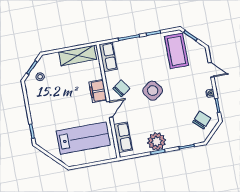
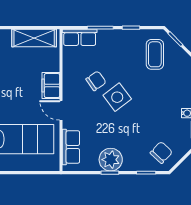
coffee table: (176, 51) -> (155, 54), width x0.73, depth x0.76
row of seats: (108, 57) -> (80, 37), moved, turned 90
chair: (121, 88) -> (96, 81), moved
door: (110, 109) -> (61, 110), swing flipped
chair: (202, 120) -> (161, 152), moved

